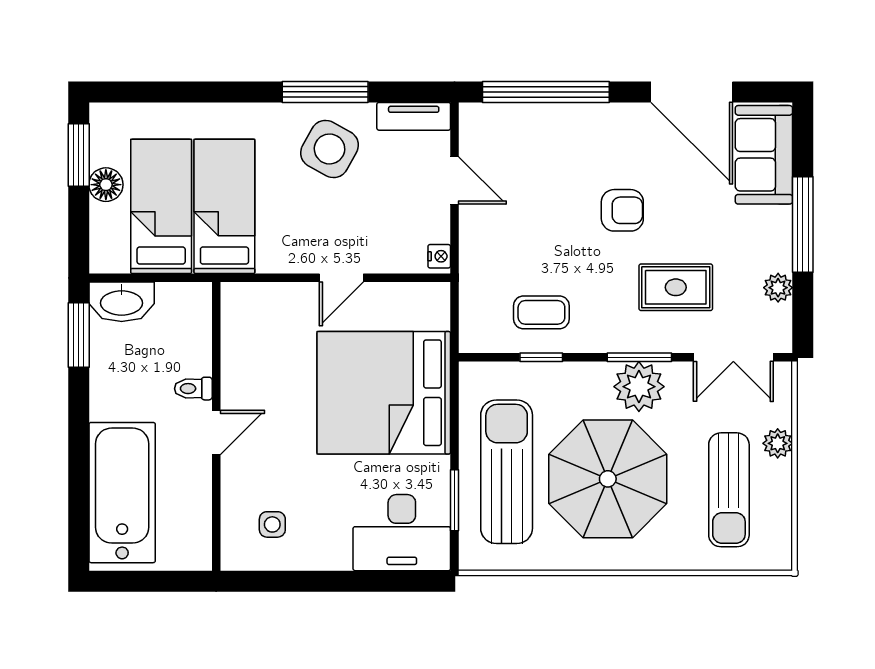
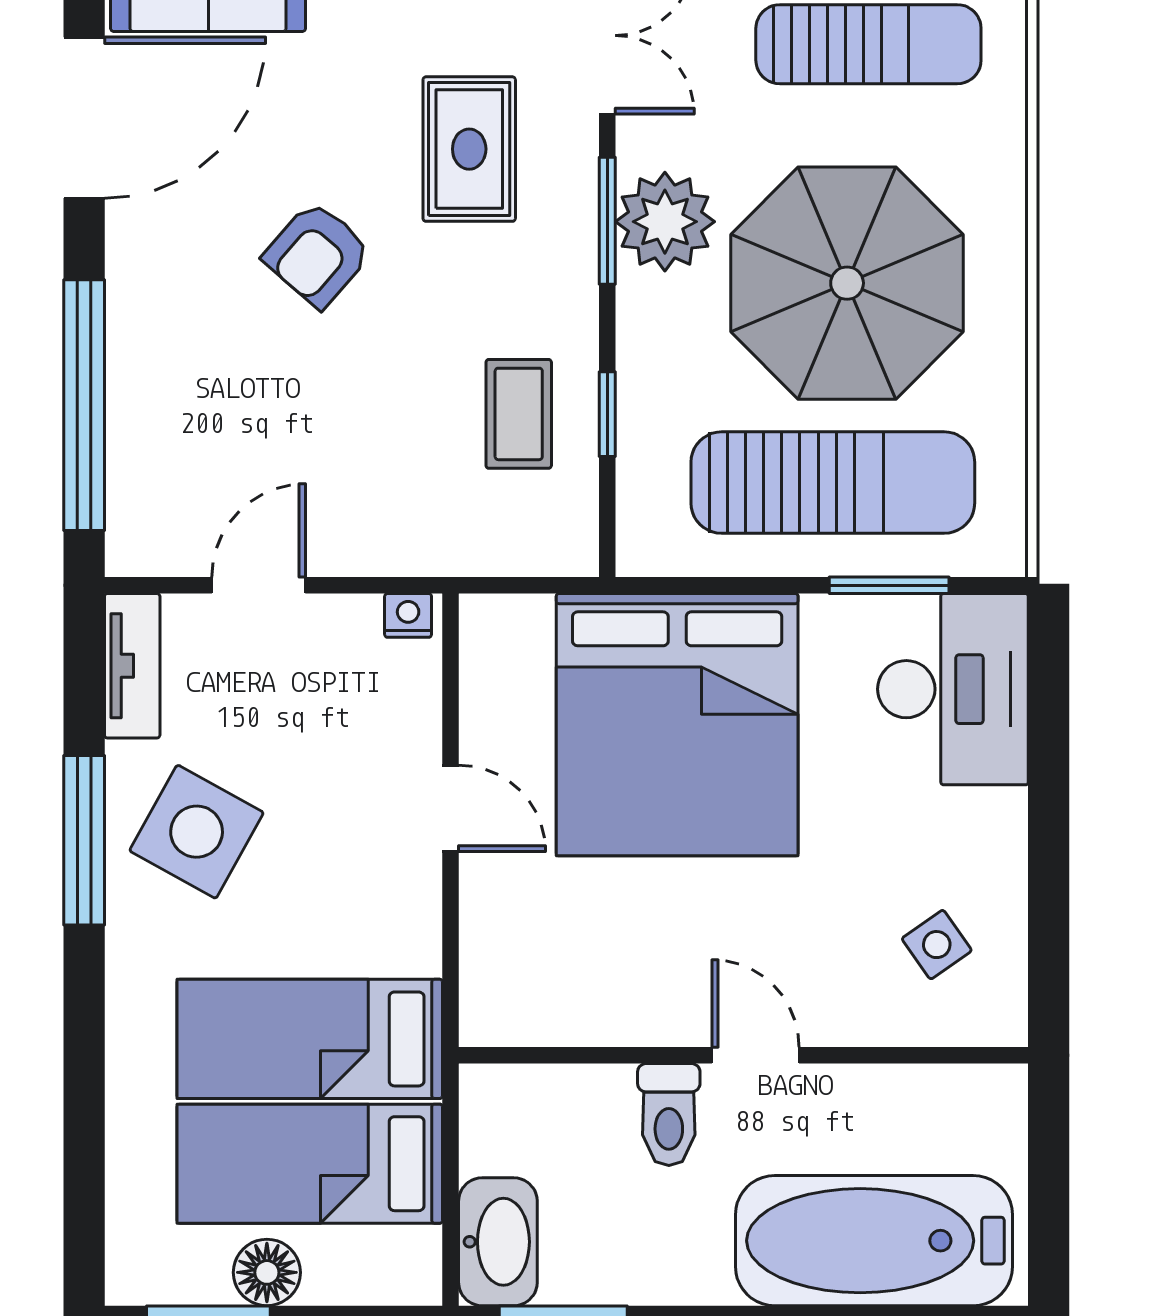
armchair: (622, 210) -> (317, 254), turned -139
toilet: (193, 389) -> (669, 1115), width x1.37, depth x1.39
sun lounger: (507, 472) -> (833, 483), turned 180
side table: (272, 524) -> (937, 945), turned -35

